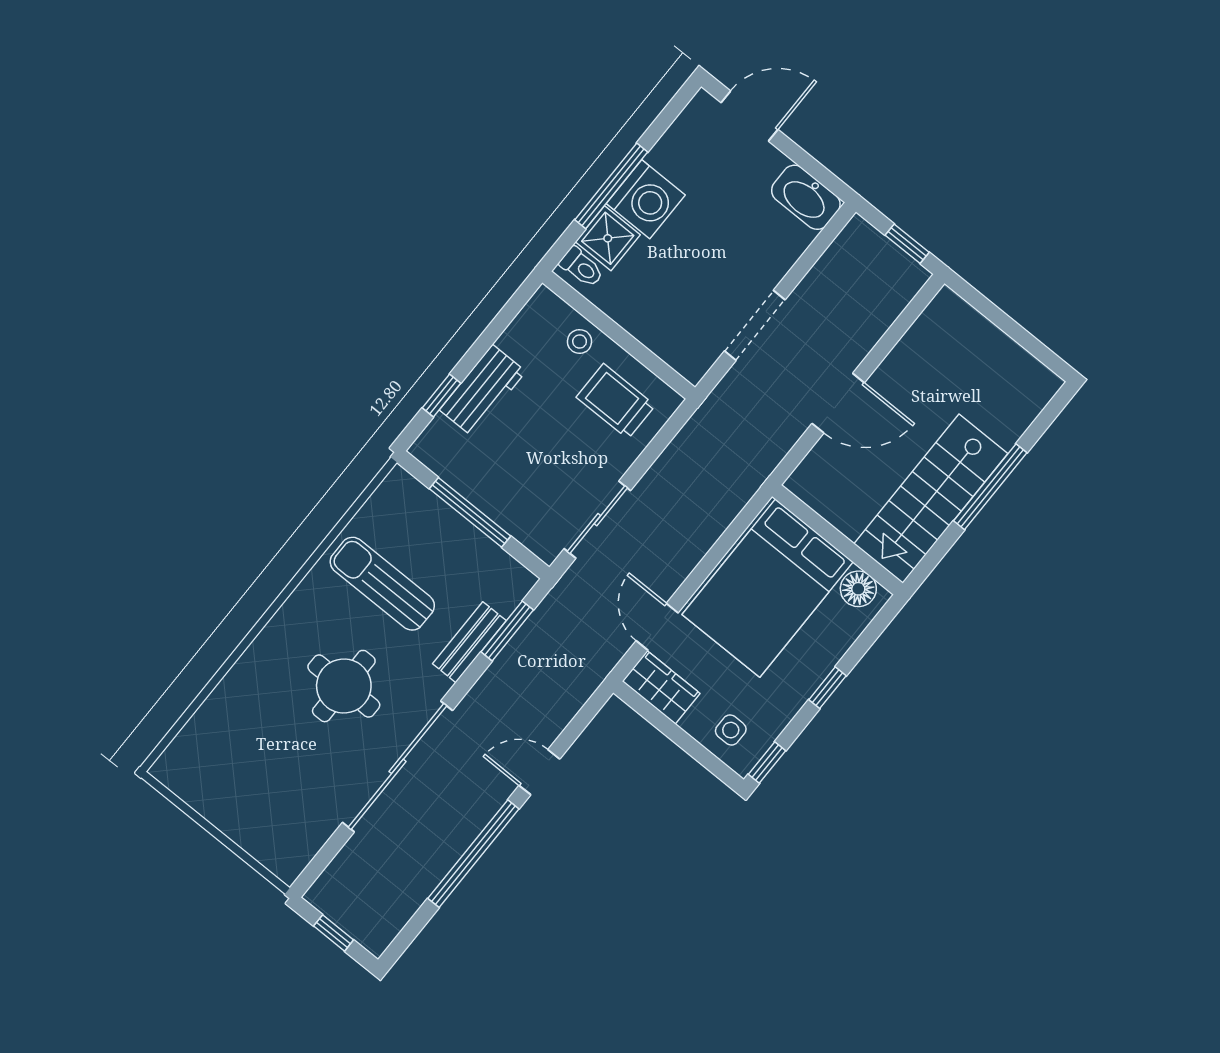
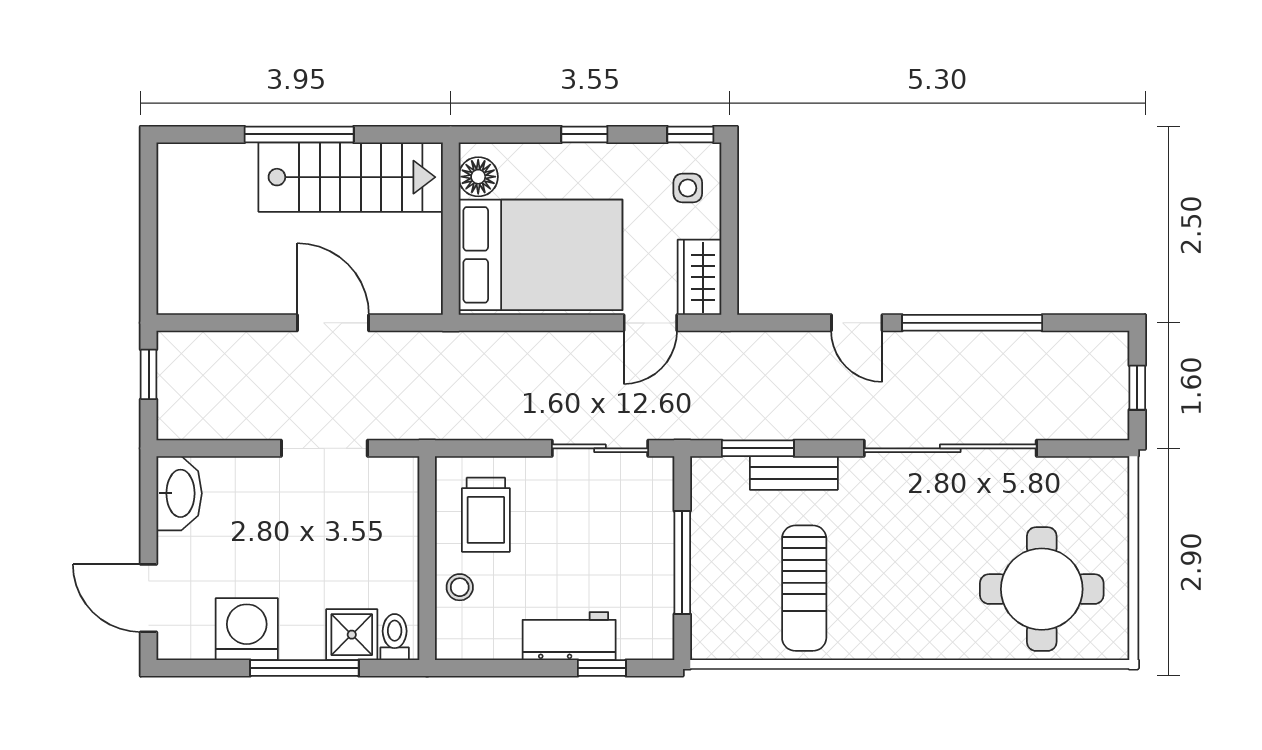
washing machine: (646, 199) -> (247, 629), moved
round table: (344, 686) -> (1042, 589), moved, width x1.36, depth x1.36

